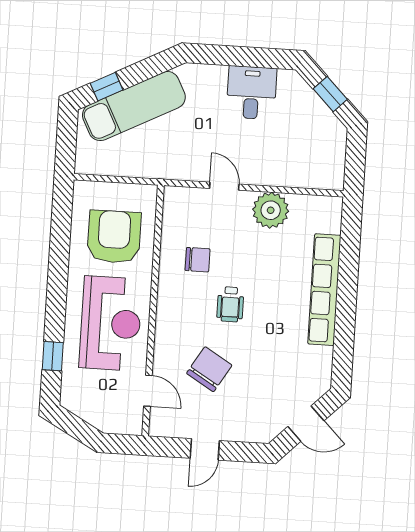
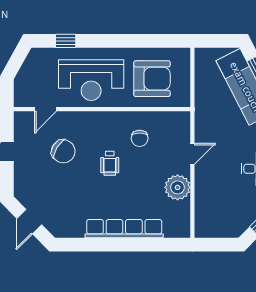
wheelchair: (230, 304) -> (110, 163), turned -90

